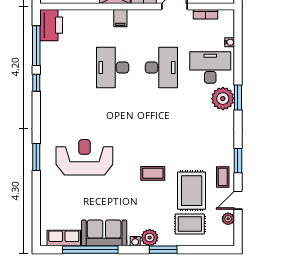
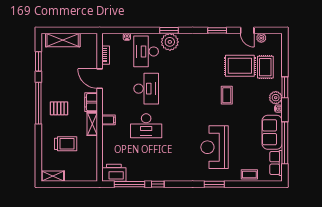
desk: (161, 67) -> (146, 89), turned 90
coffee table: (223, 177) -> (249, 174), moved

